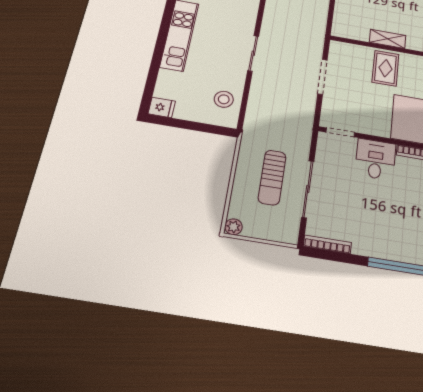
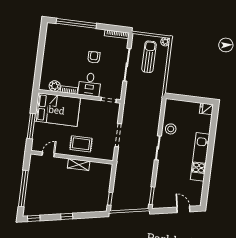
rug: (385, 68) -> (81, 144), turned 90
stool: (224, 99) -> (171, 129), moved
sun lounger: (272, 177) -> (149, 57), moved
armchair: (370, 205) -> (94, 57), added

